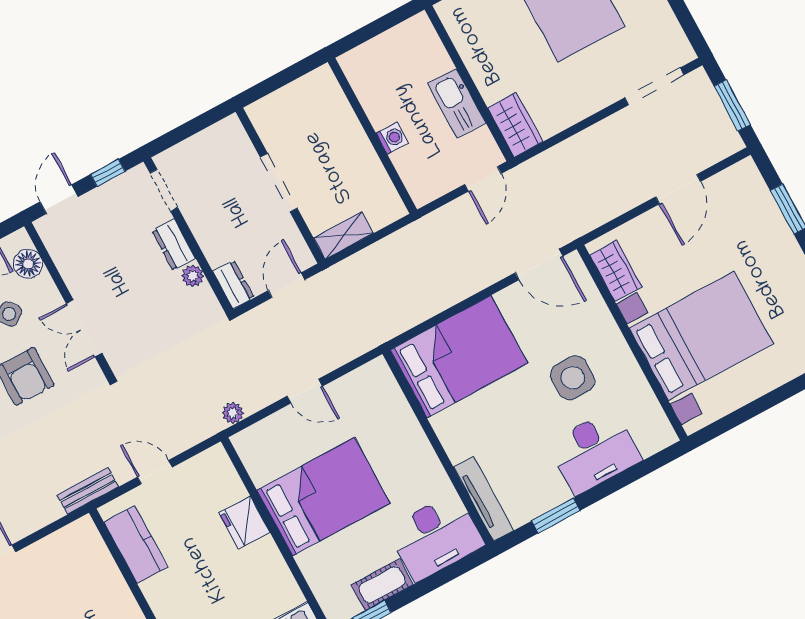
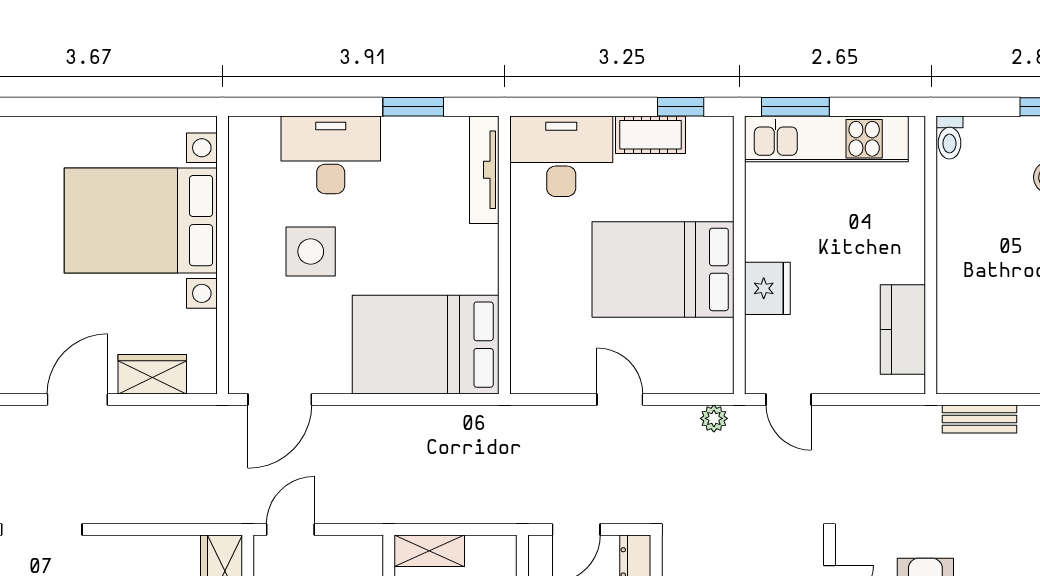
shelving: (343, 235) -> (429, 551), moved
door: (539, 264) -> (280, 399), swing flipped
wardrobe: (616, 271) -> (152, 374), moved, turned 90
door: (155, 472) -> (789, 399), moved
bench: (88, 491) -> (980, 419), moved

